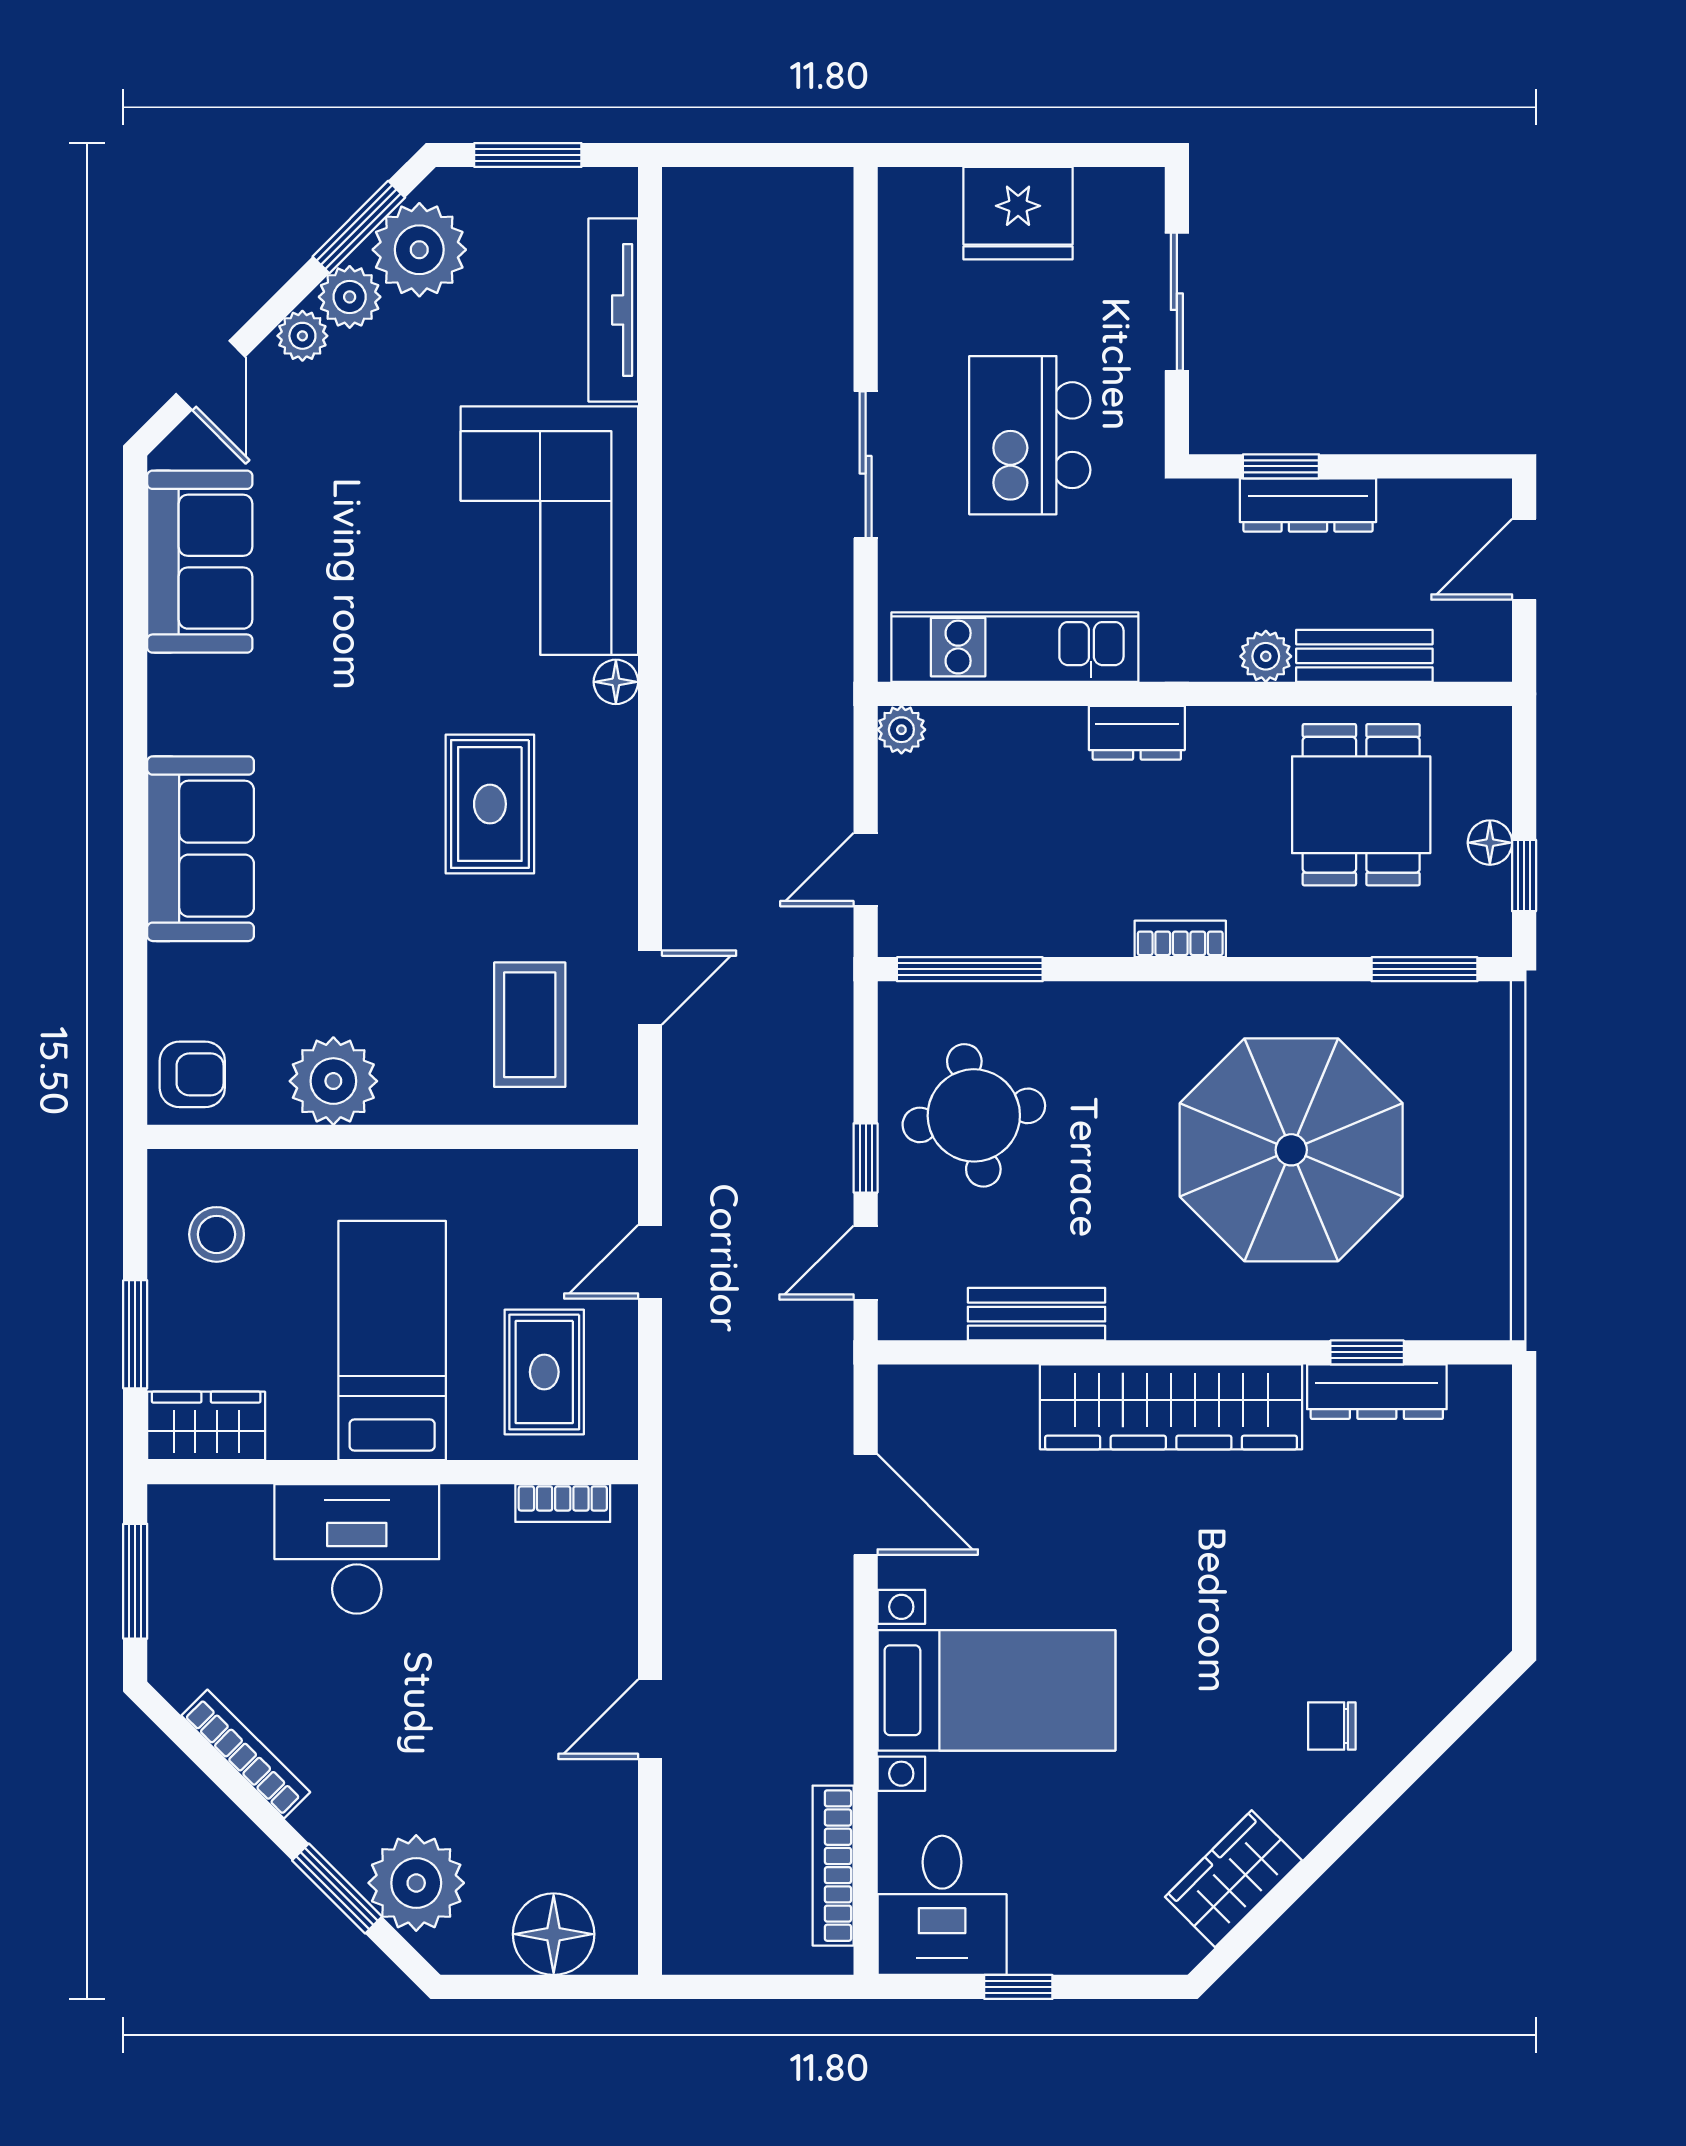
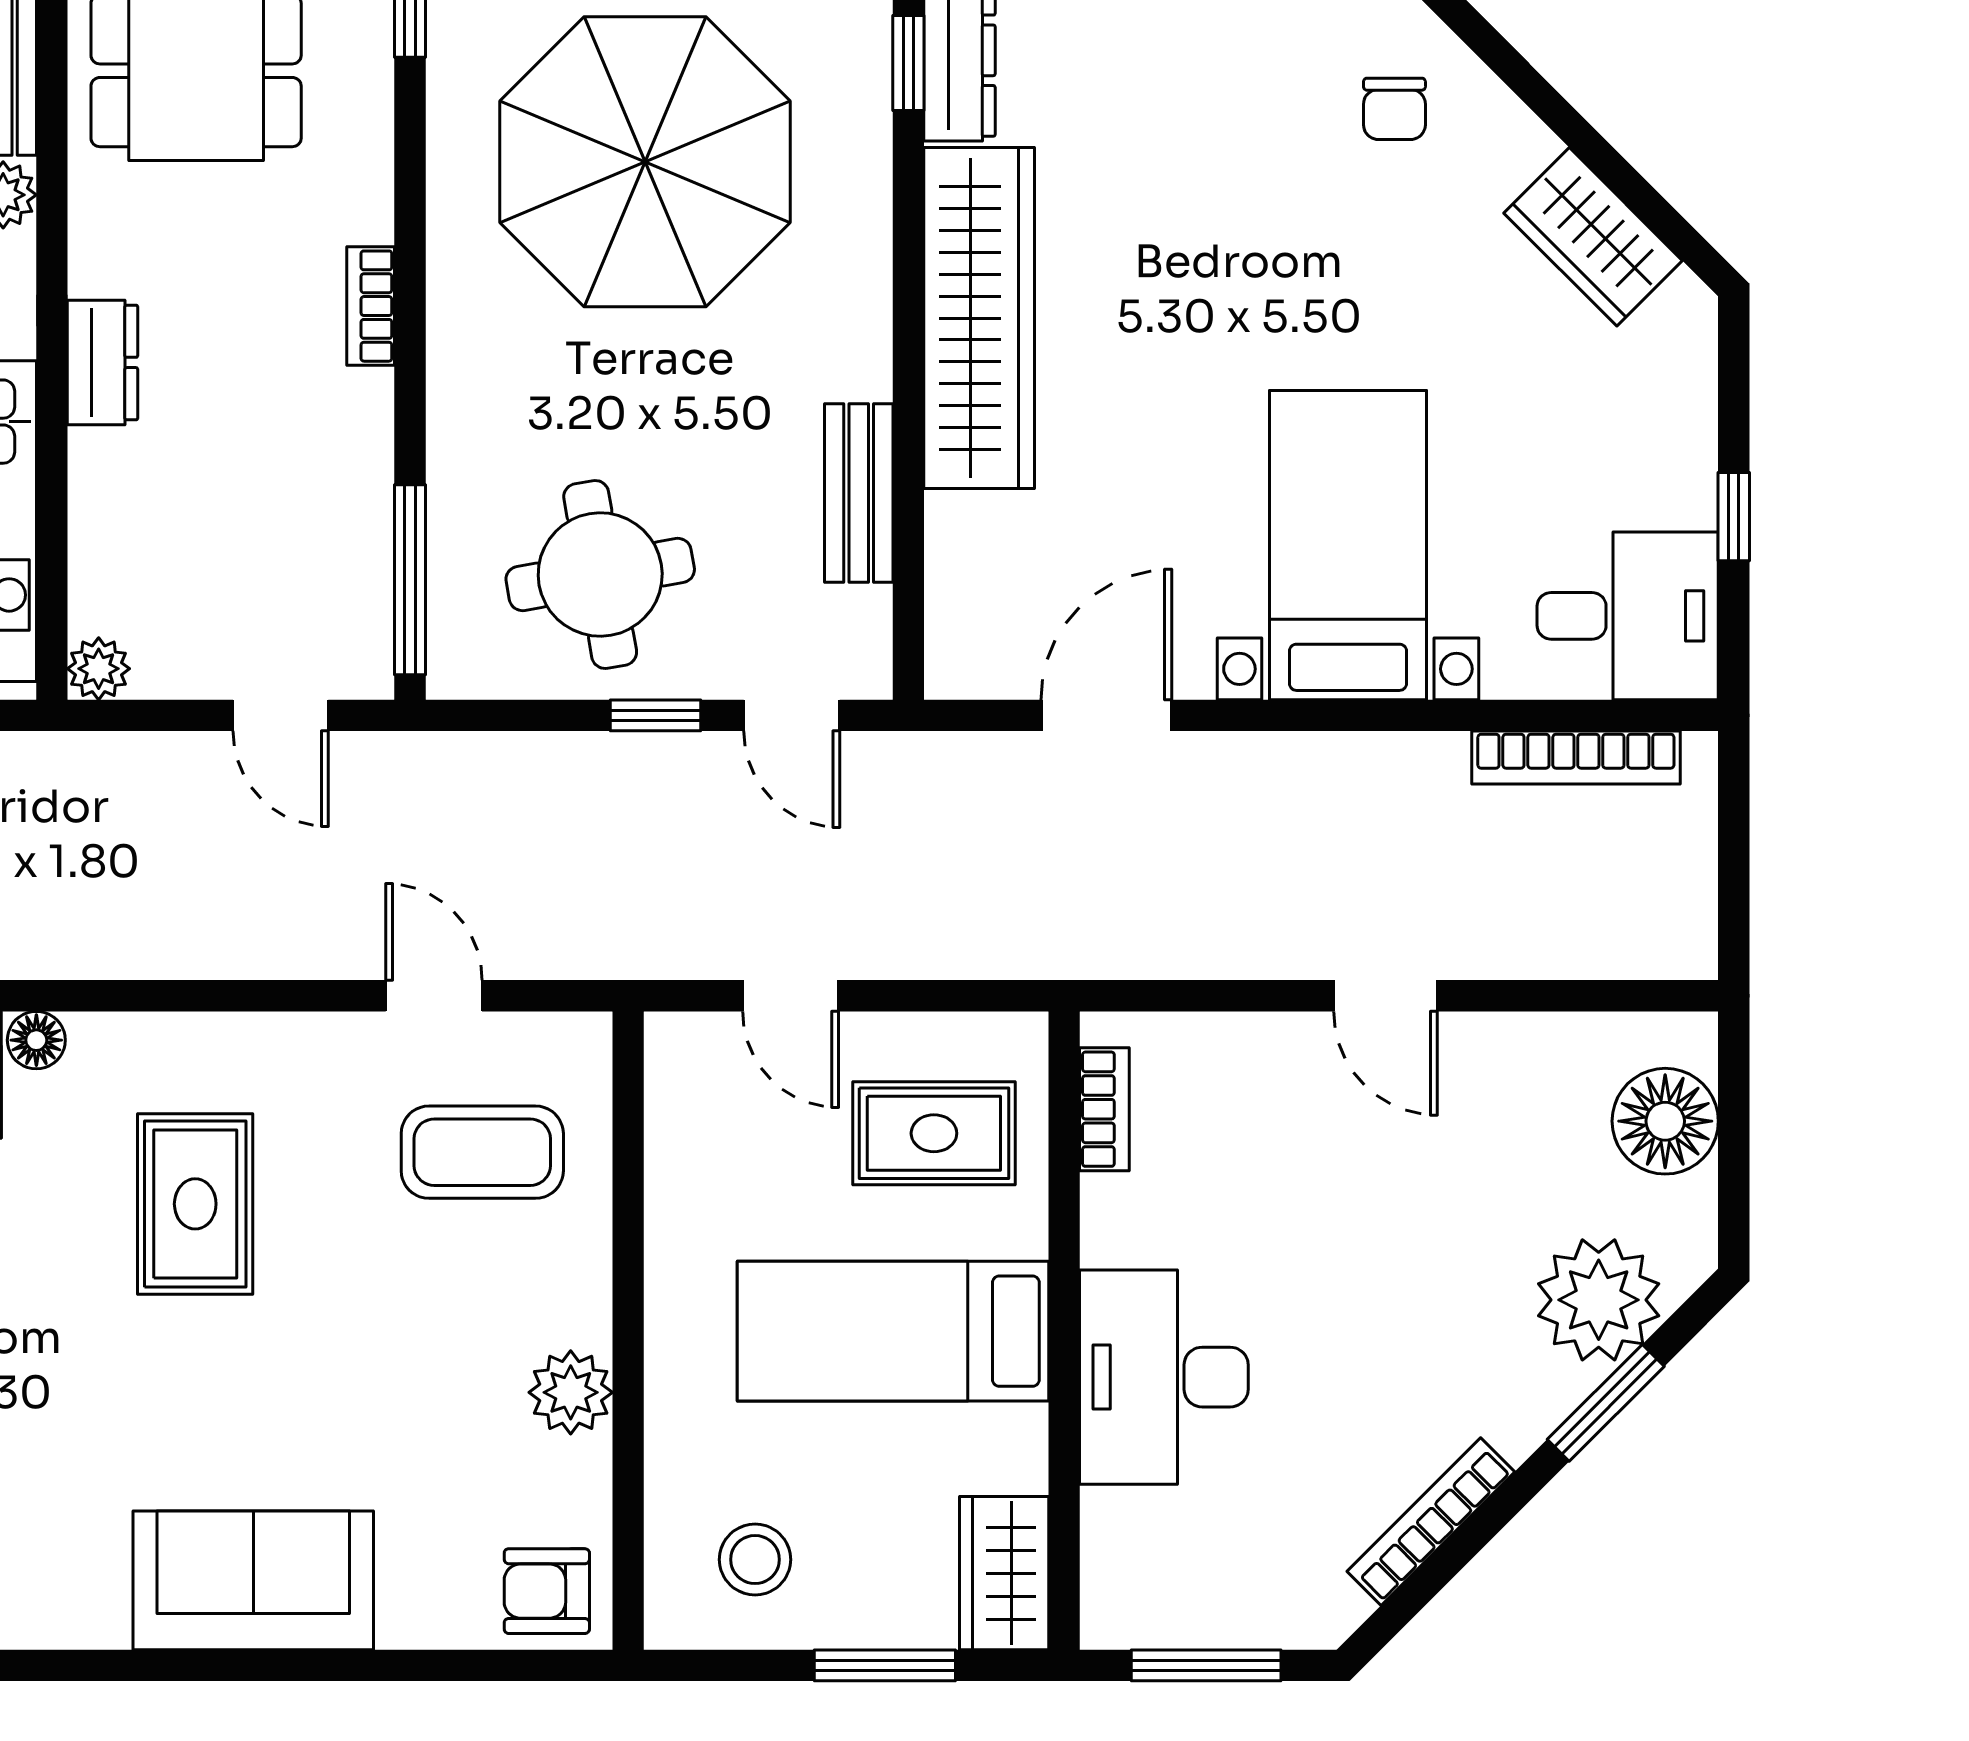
rug: (490, 804) -> (195, 1204), turned 90
armchair: (192, 1074) -> (547, 1591), turned -90
plant: (333, 1081) -> (571, 1392), width x0.73, depth x0.73

